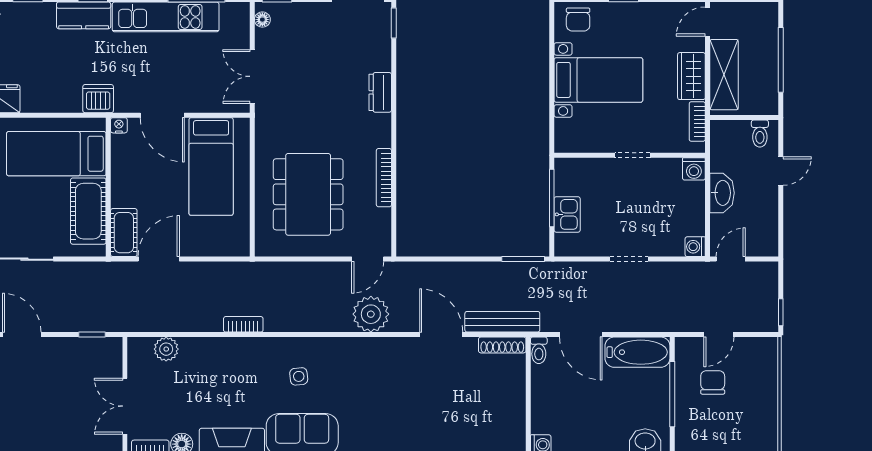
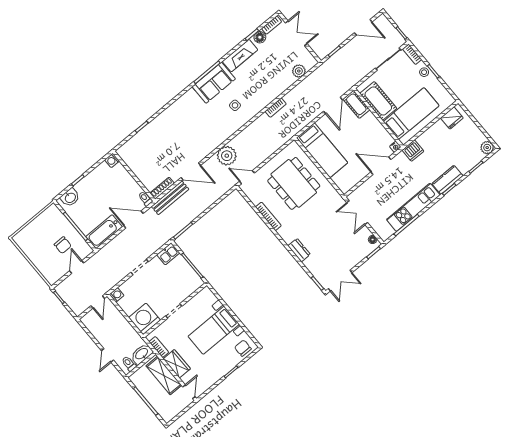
double door: (252, 76) -> (357, 213), swing flipped
bed: (211, 167) -> (322, 150), moved, turned 180
washing machine: (694, 169) -> (145, 319), width x1.89, depth x1.89
washbasin: (722, 193) -> (142, 354), moved, turned 90
kitchen sink: (567, 214) -> (168, 254), moved, turned -90
door: (368, 259) -> (247, 177), hinge flipped

